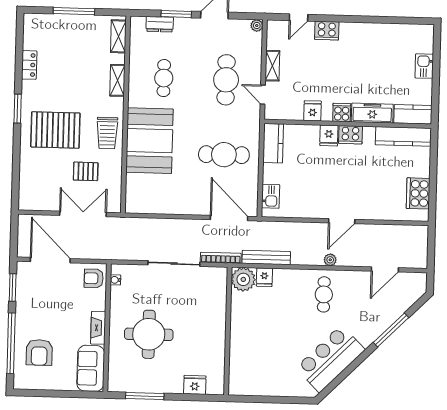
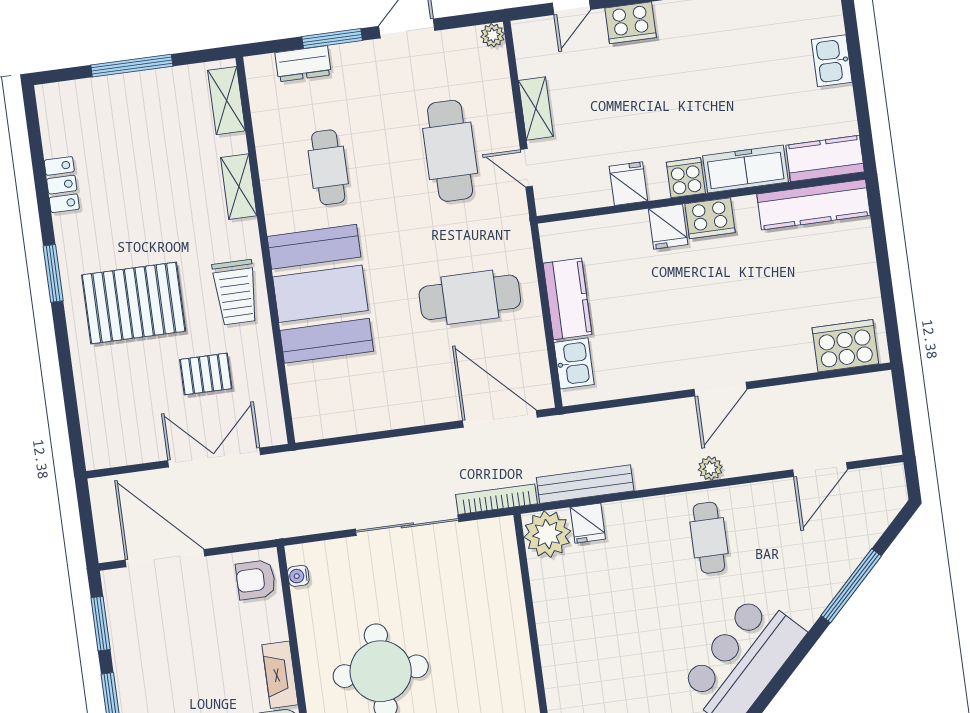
kitchen counter: (273, 143) -> (567, 299), moved
cooker: (418, 193) -> (845, 346), moved, turned 90

